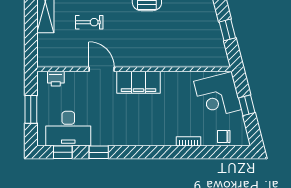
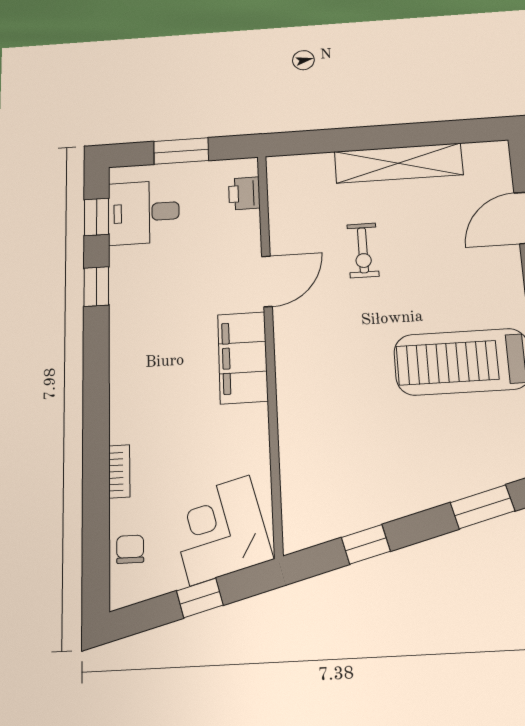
desk: (68, 129) -> (144, 212), width x0.73

